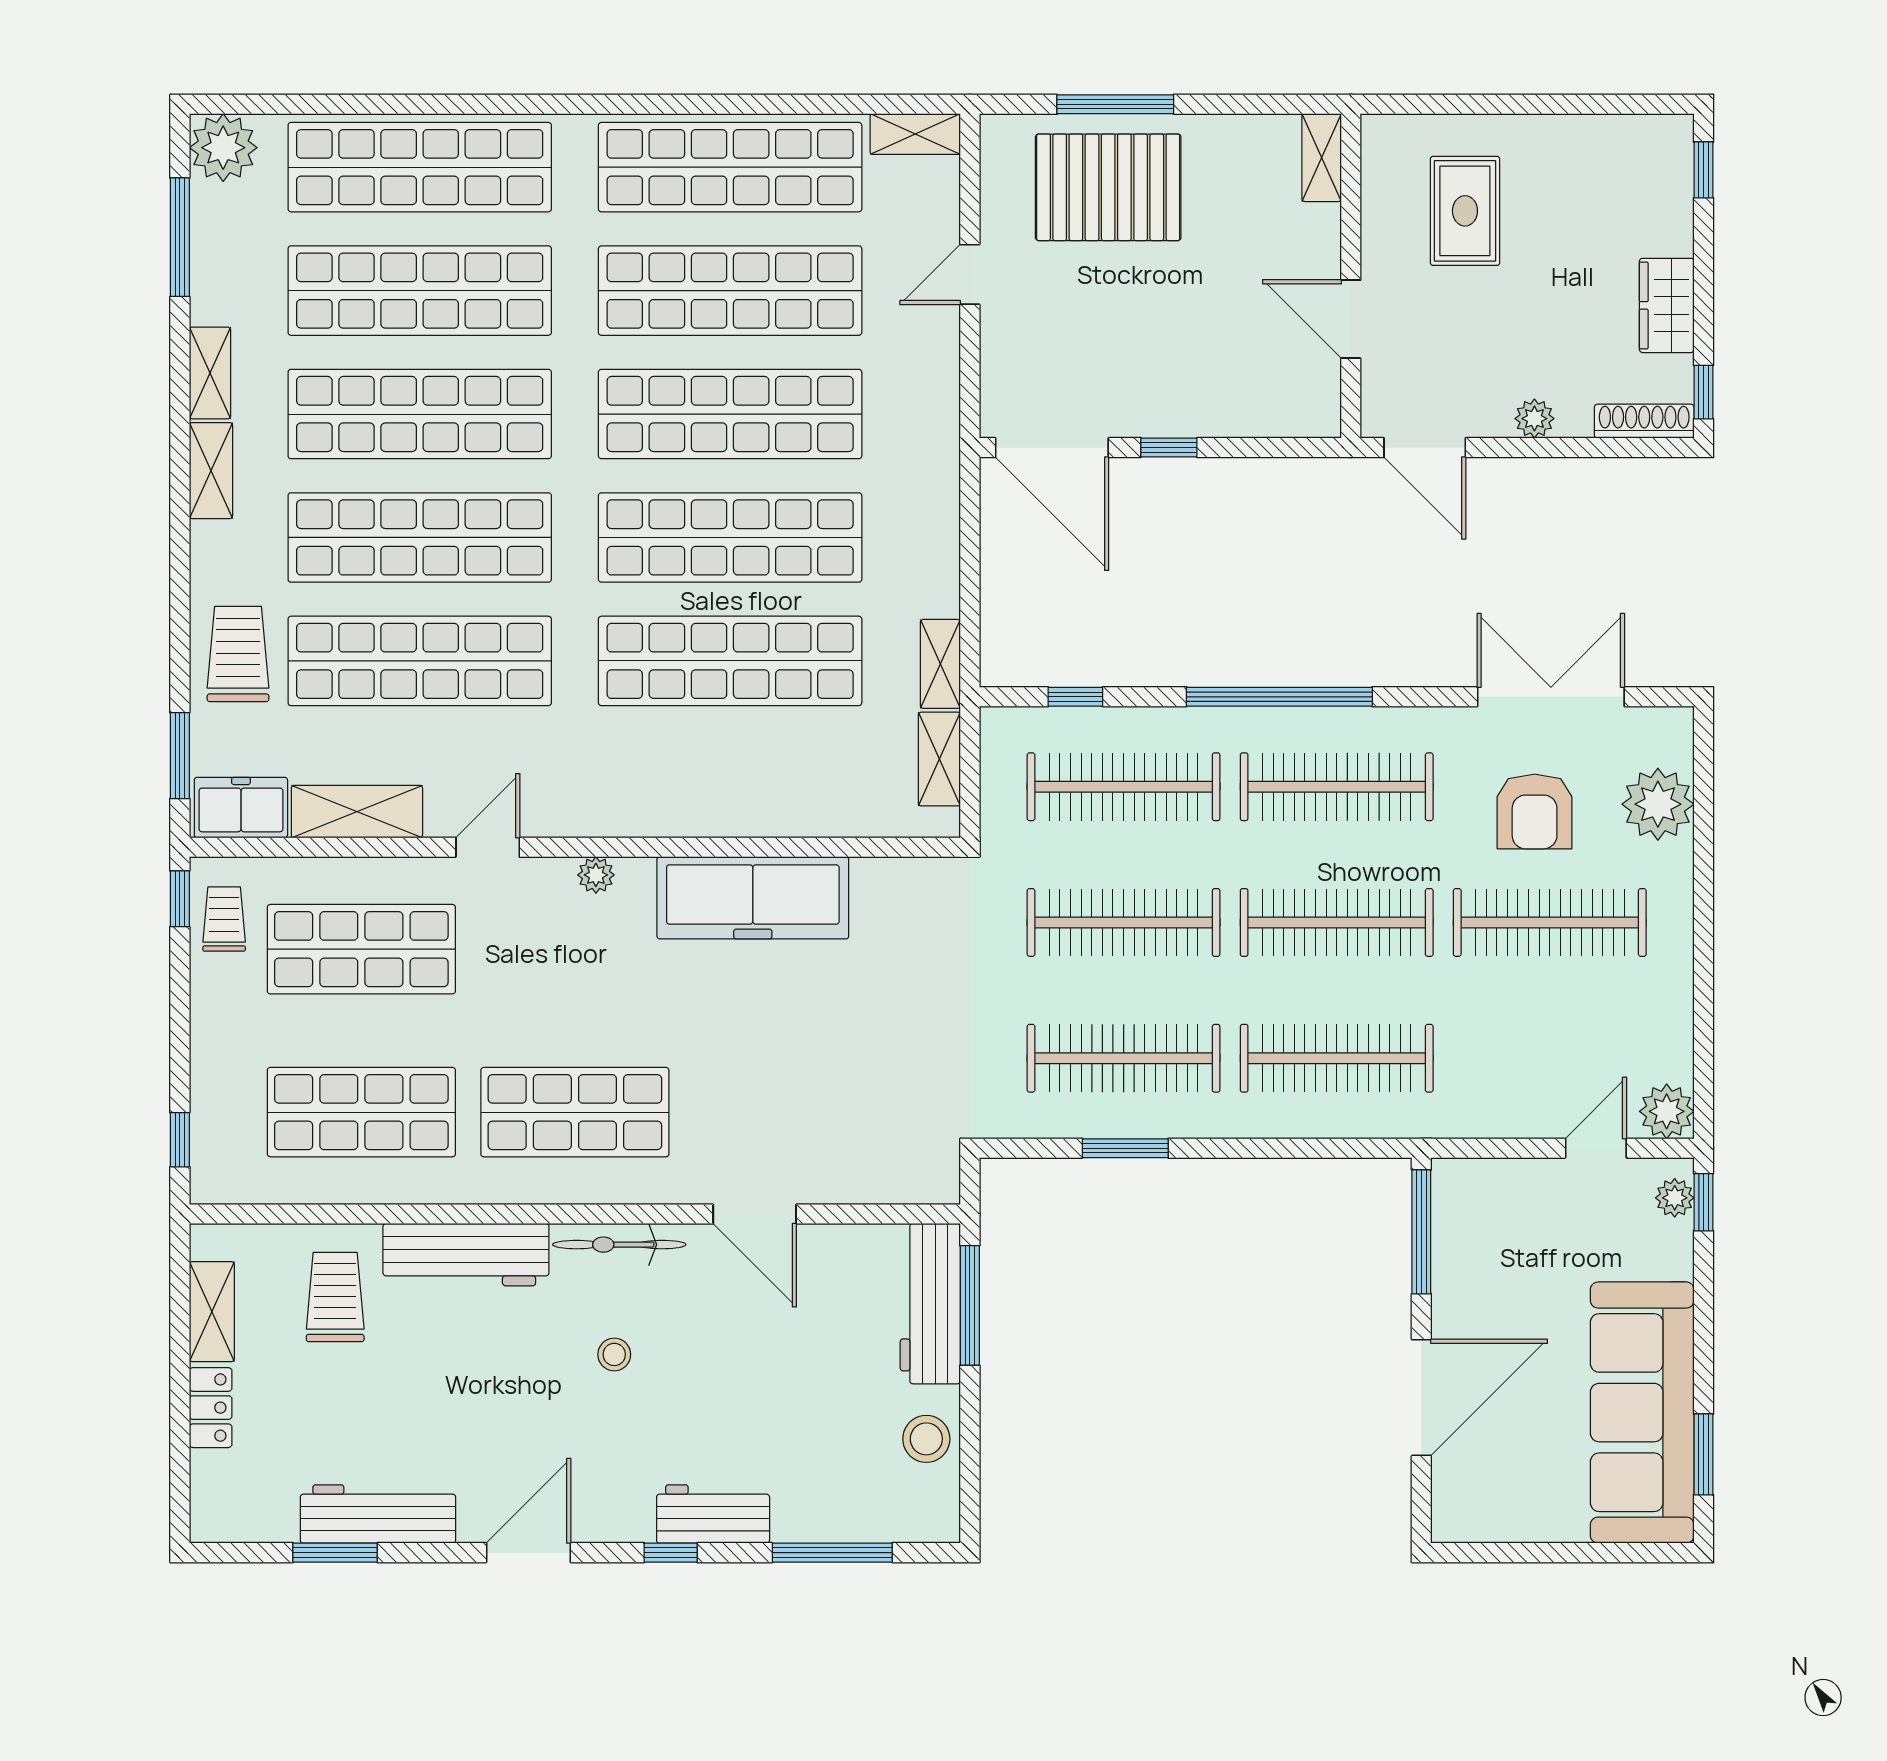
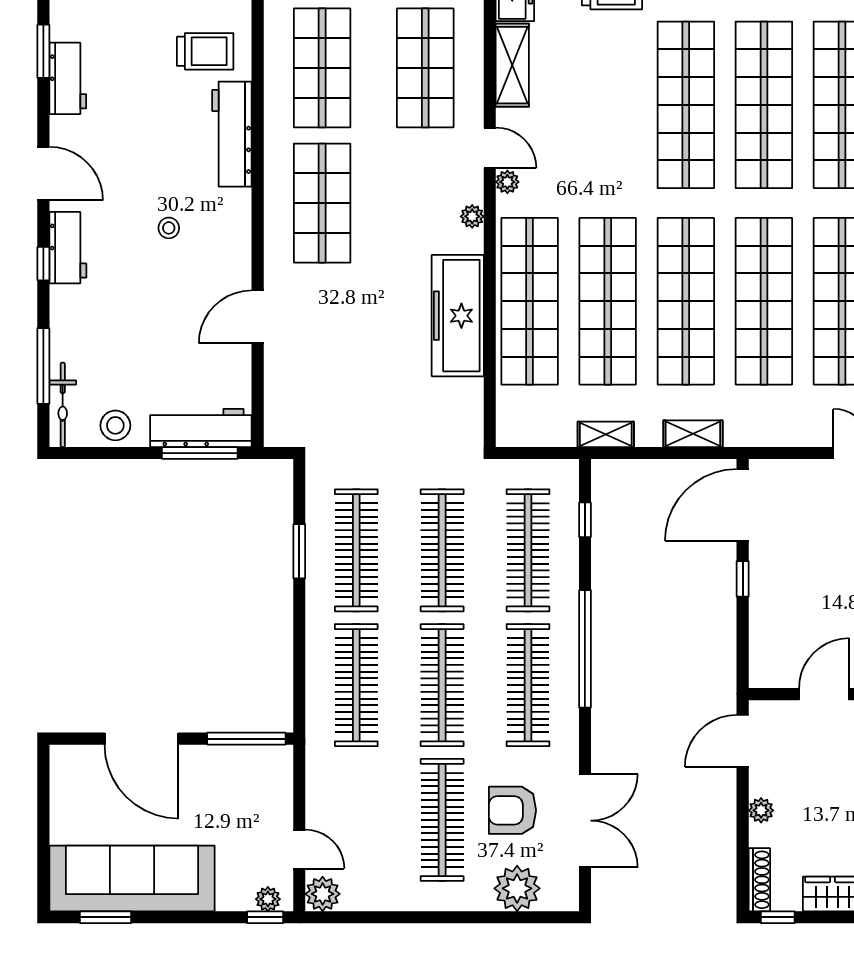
shop shelf: (420, 661) -> (530, 301), moved
shelving: (939, 759) -> (693, 434), moved
plant: (541, 820) -> (507, 182), added
bicycle: (619, 1245) -> (63, 405), moved, turned 180
workbench: (378, 1514) -> (68, 78), width x0.73
workbench: (713, 1514) -> (68, 248), moved

